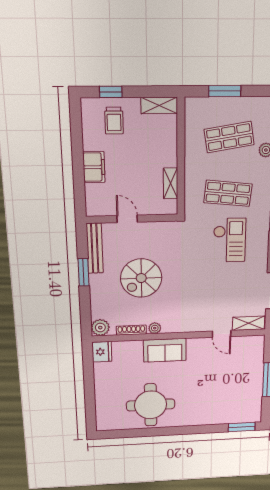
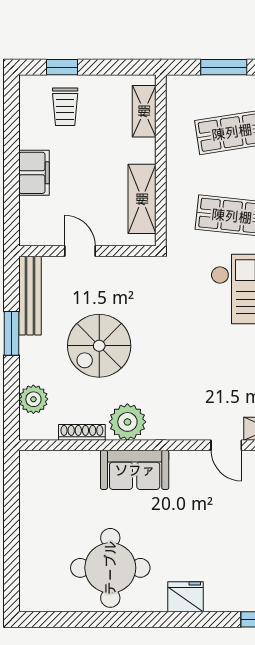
shelving: (159, 105) -> (144, 111), moved, turned 90
shelving: (170, 183) -> (142, 199), width x1.50, depth x1.33
plant: (100, 328) -> (33, 399), moved
plant: (155, 328) -> (127, 422), width x1.87, depth x1.87
fridge: (102, 352) -> (186, 597), moved, turned -90

